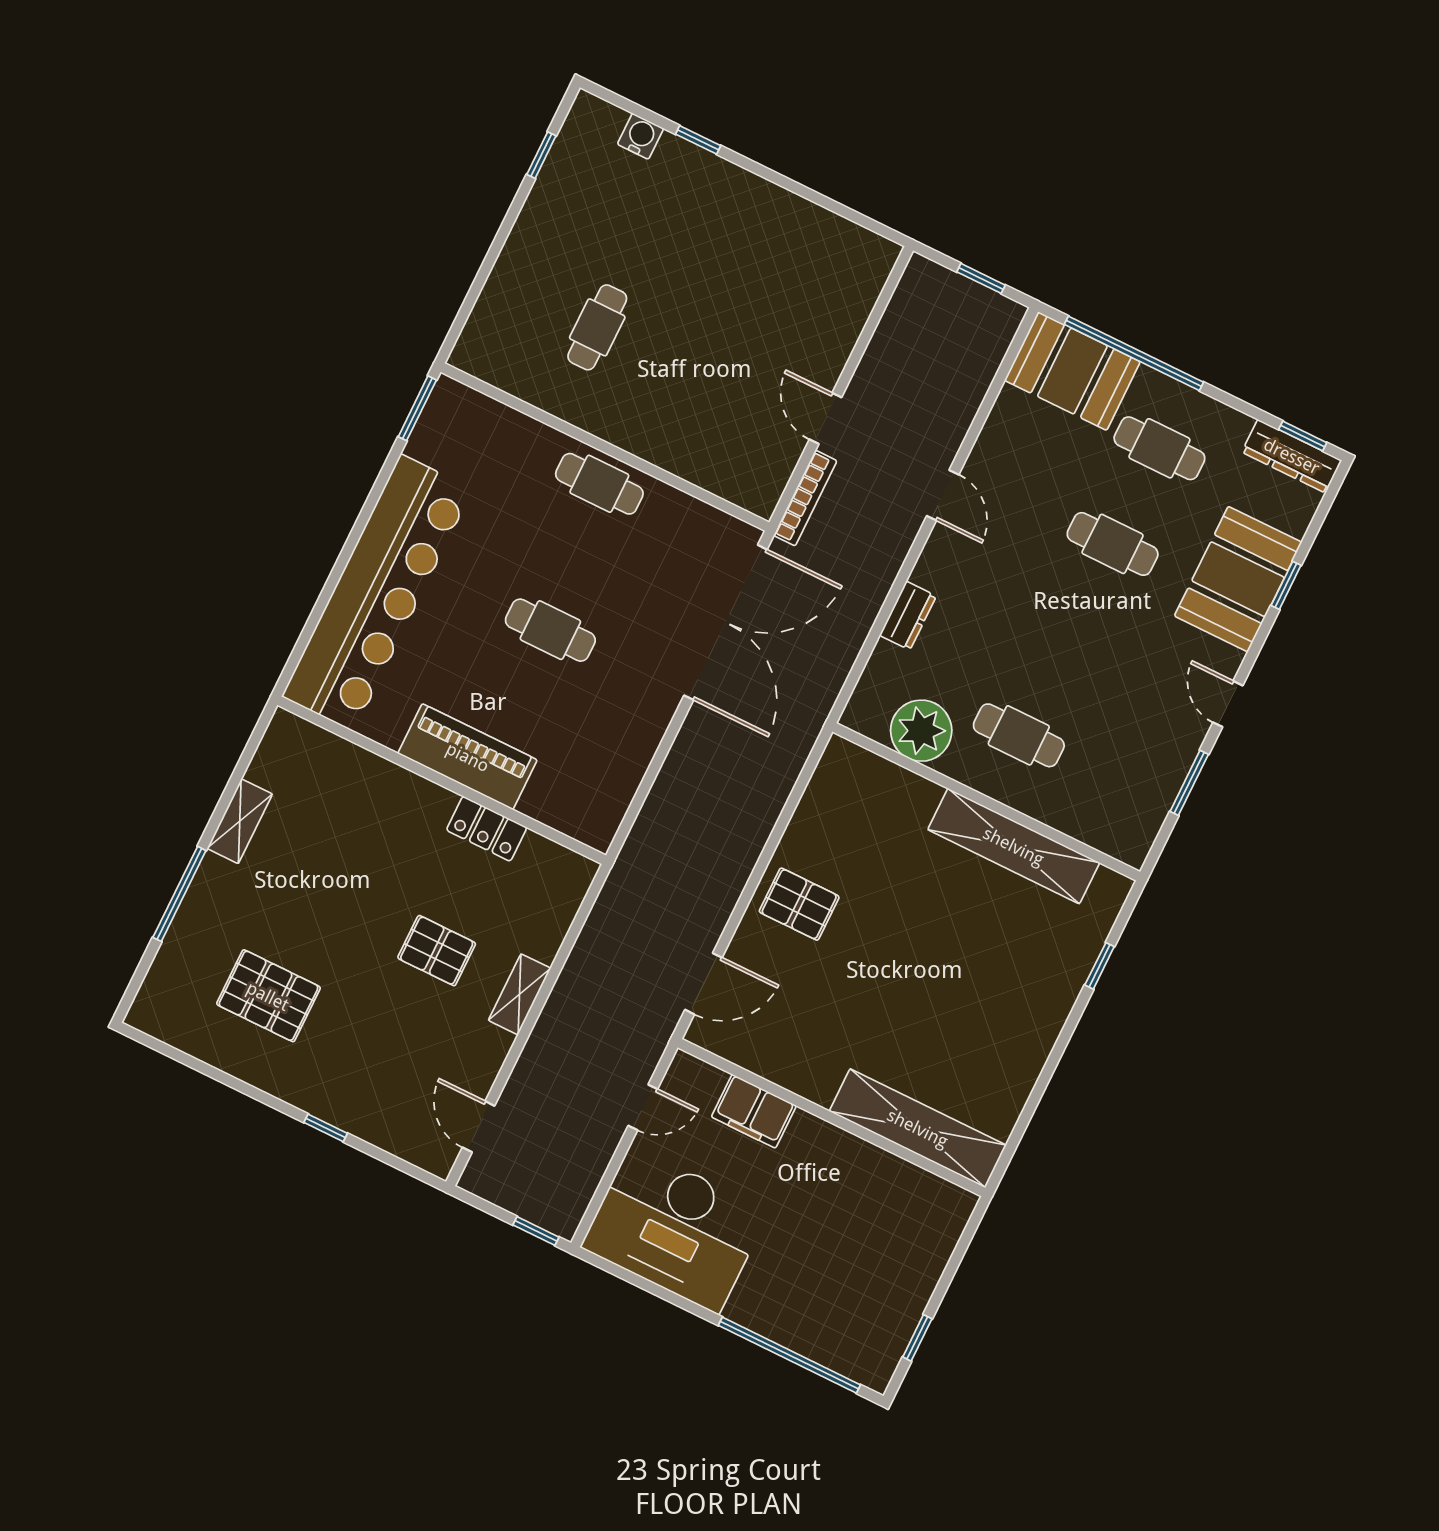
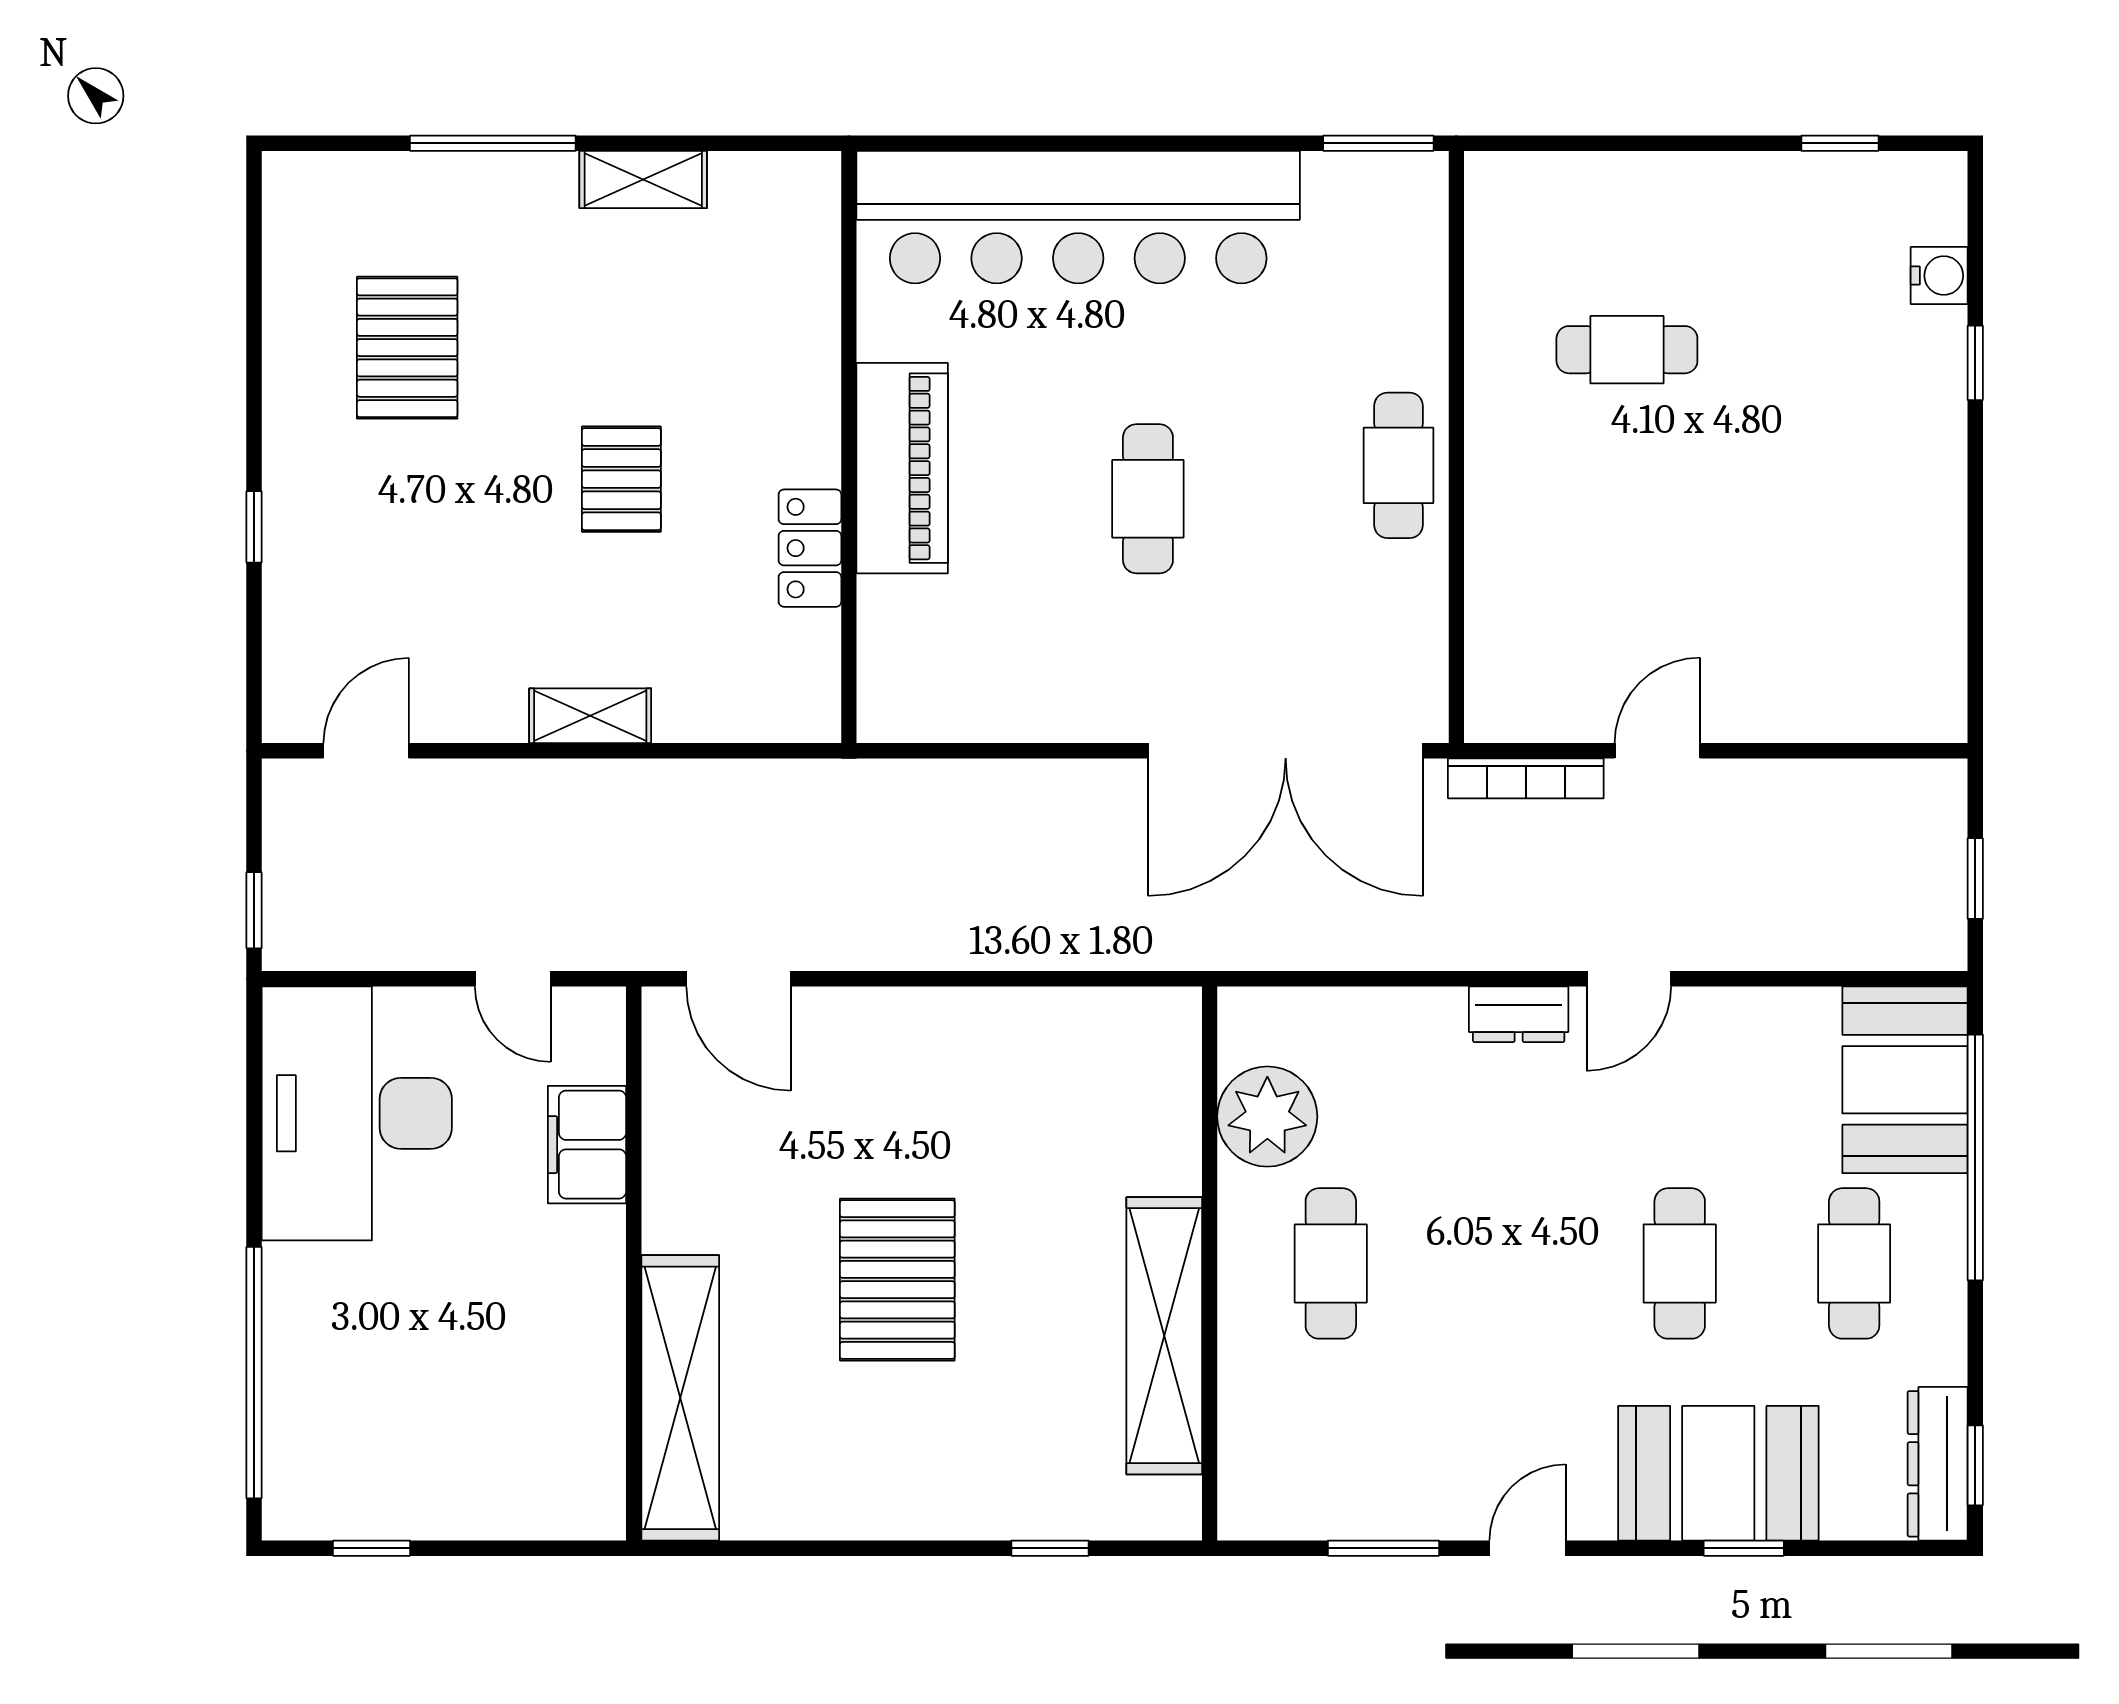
dresser: (908, 616) -> (1519, 1014), moved
pallet: (799, 904) -> (897, 1280), moved, width x1.50, depth x1.42
pallet: (437, 951) -> (621, 479), moved

